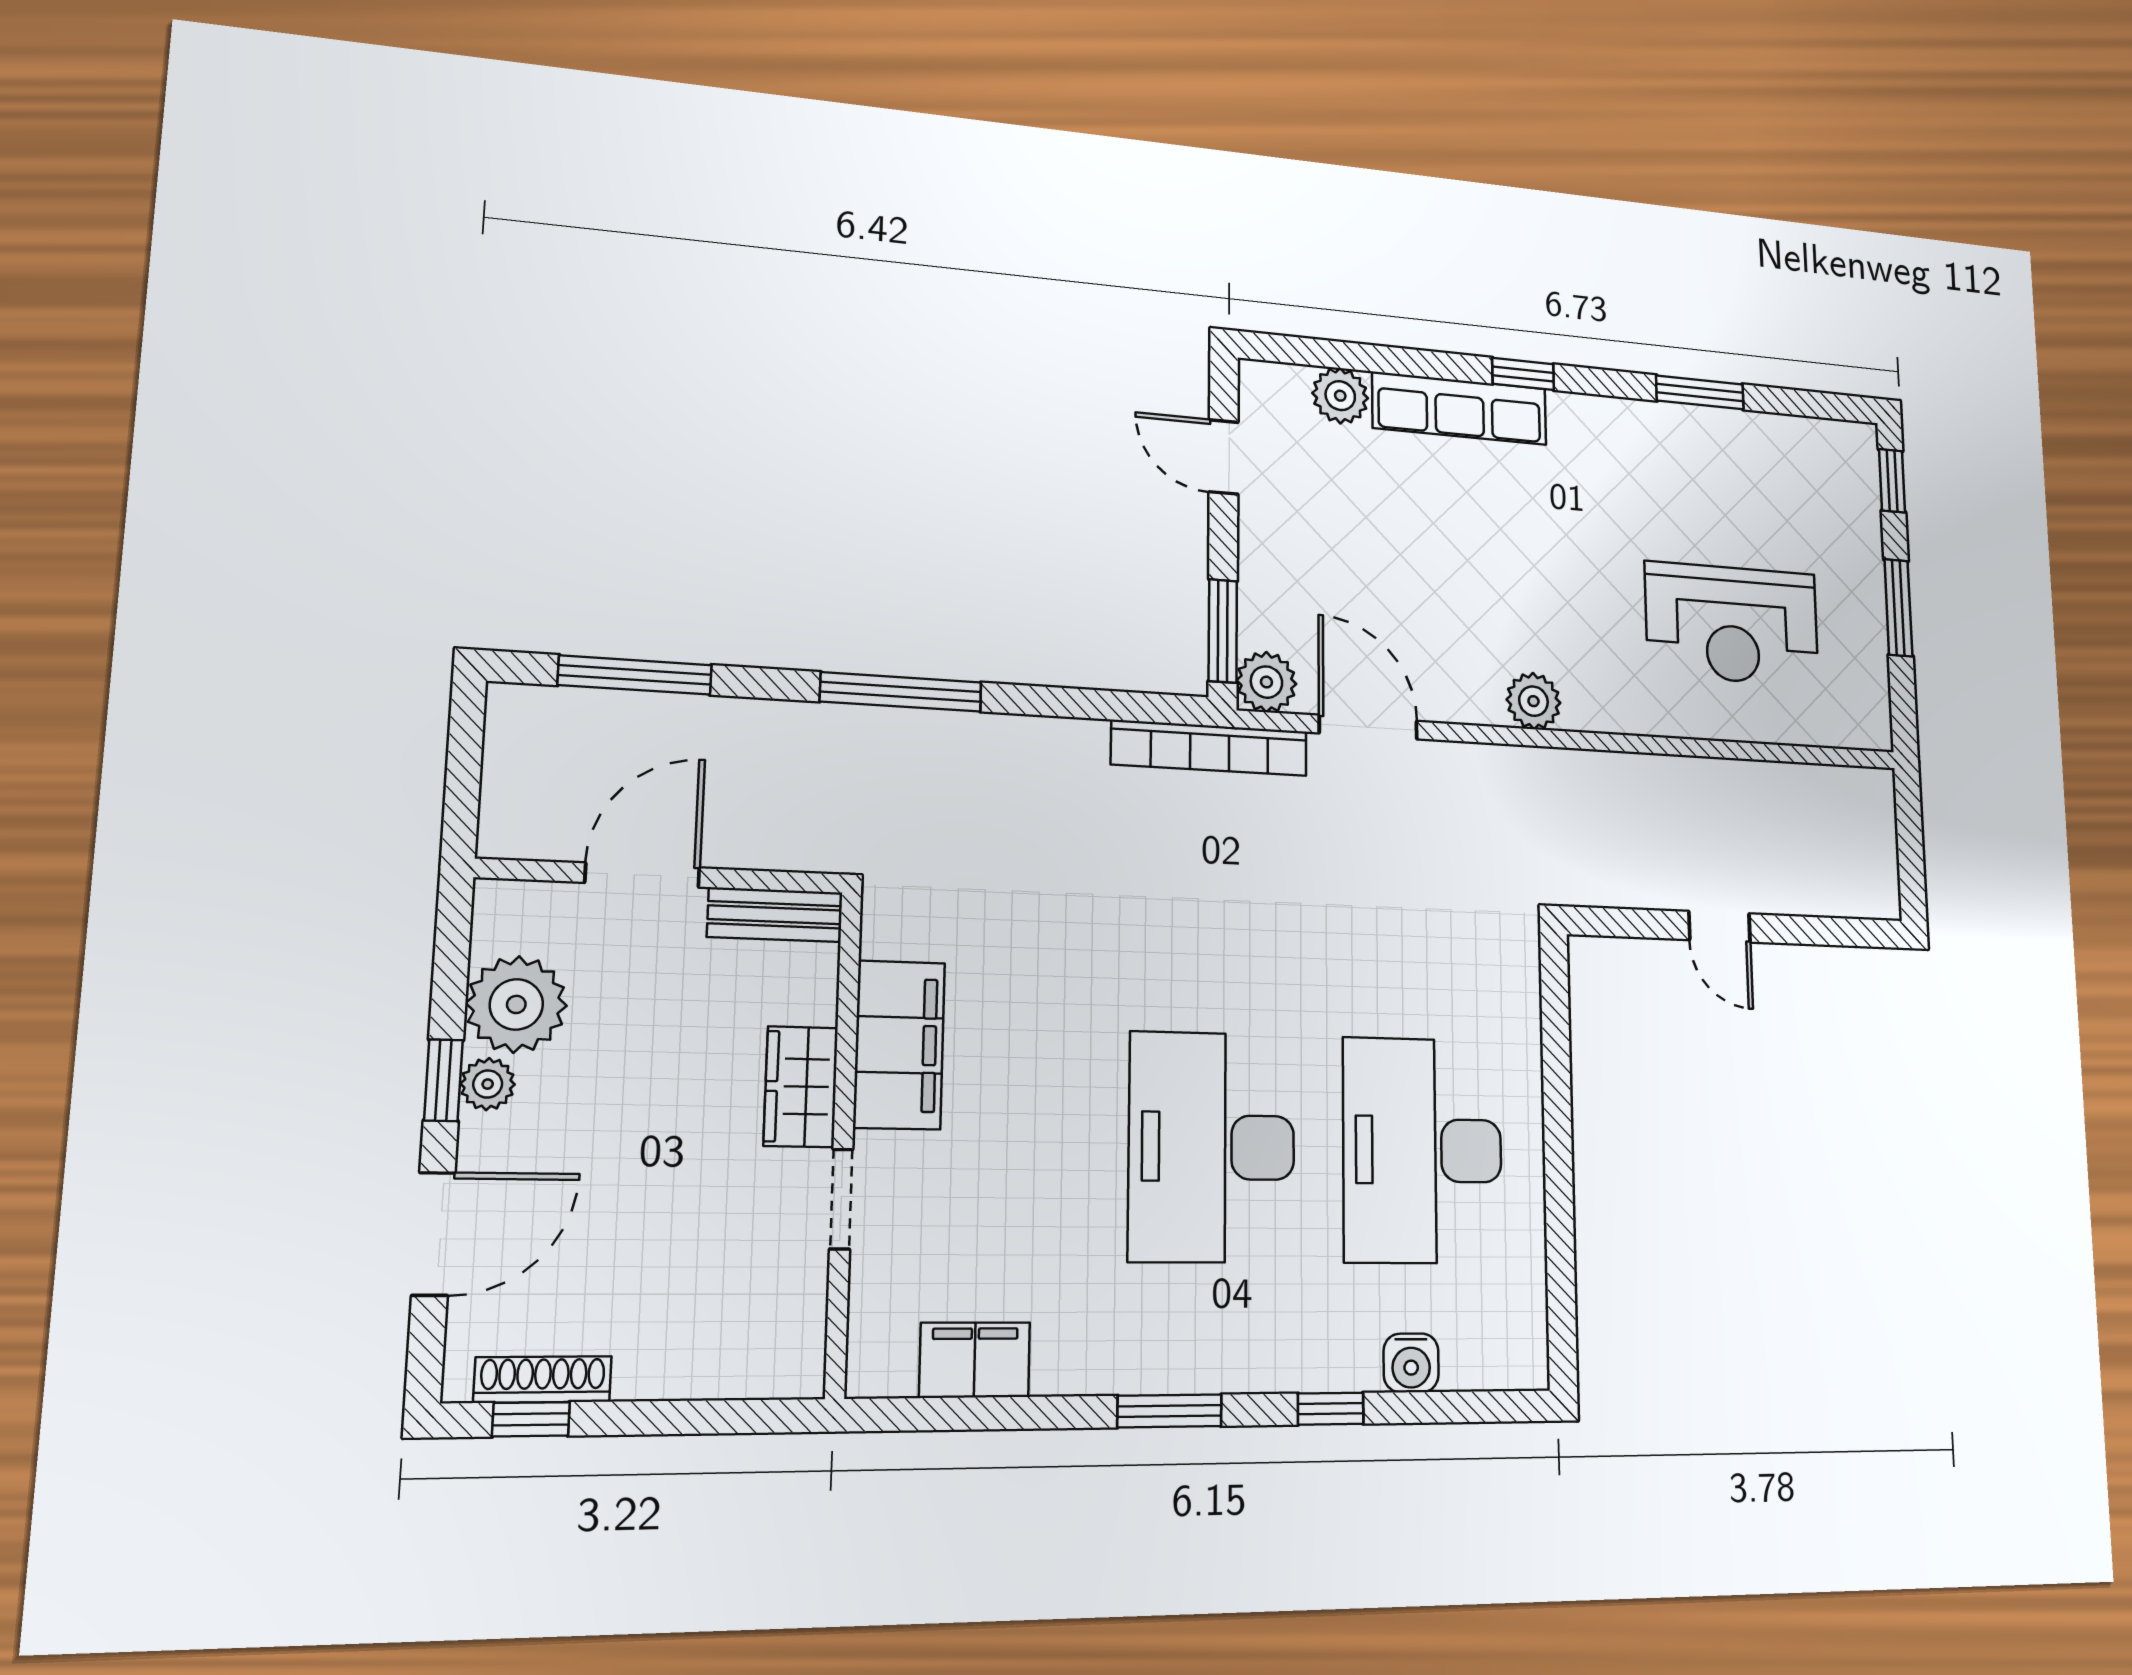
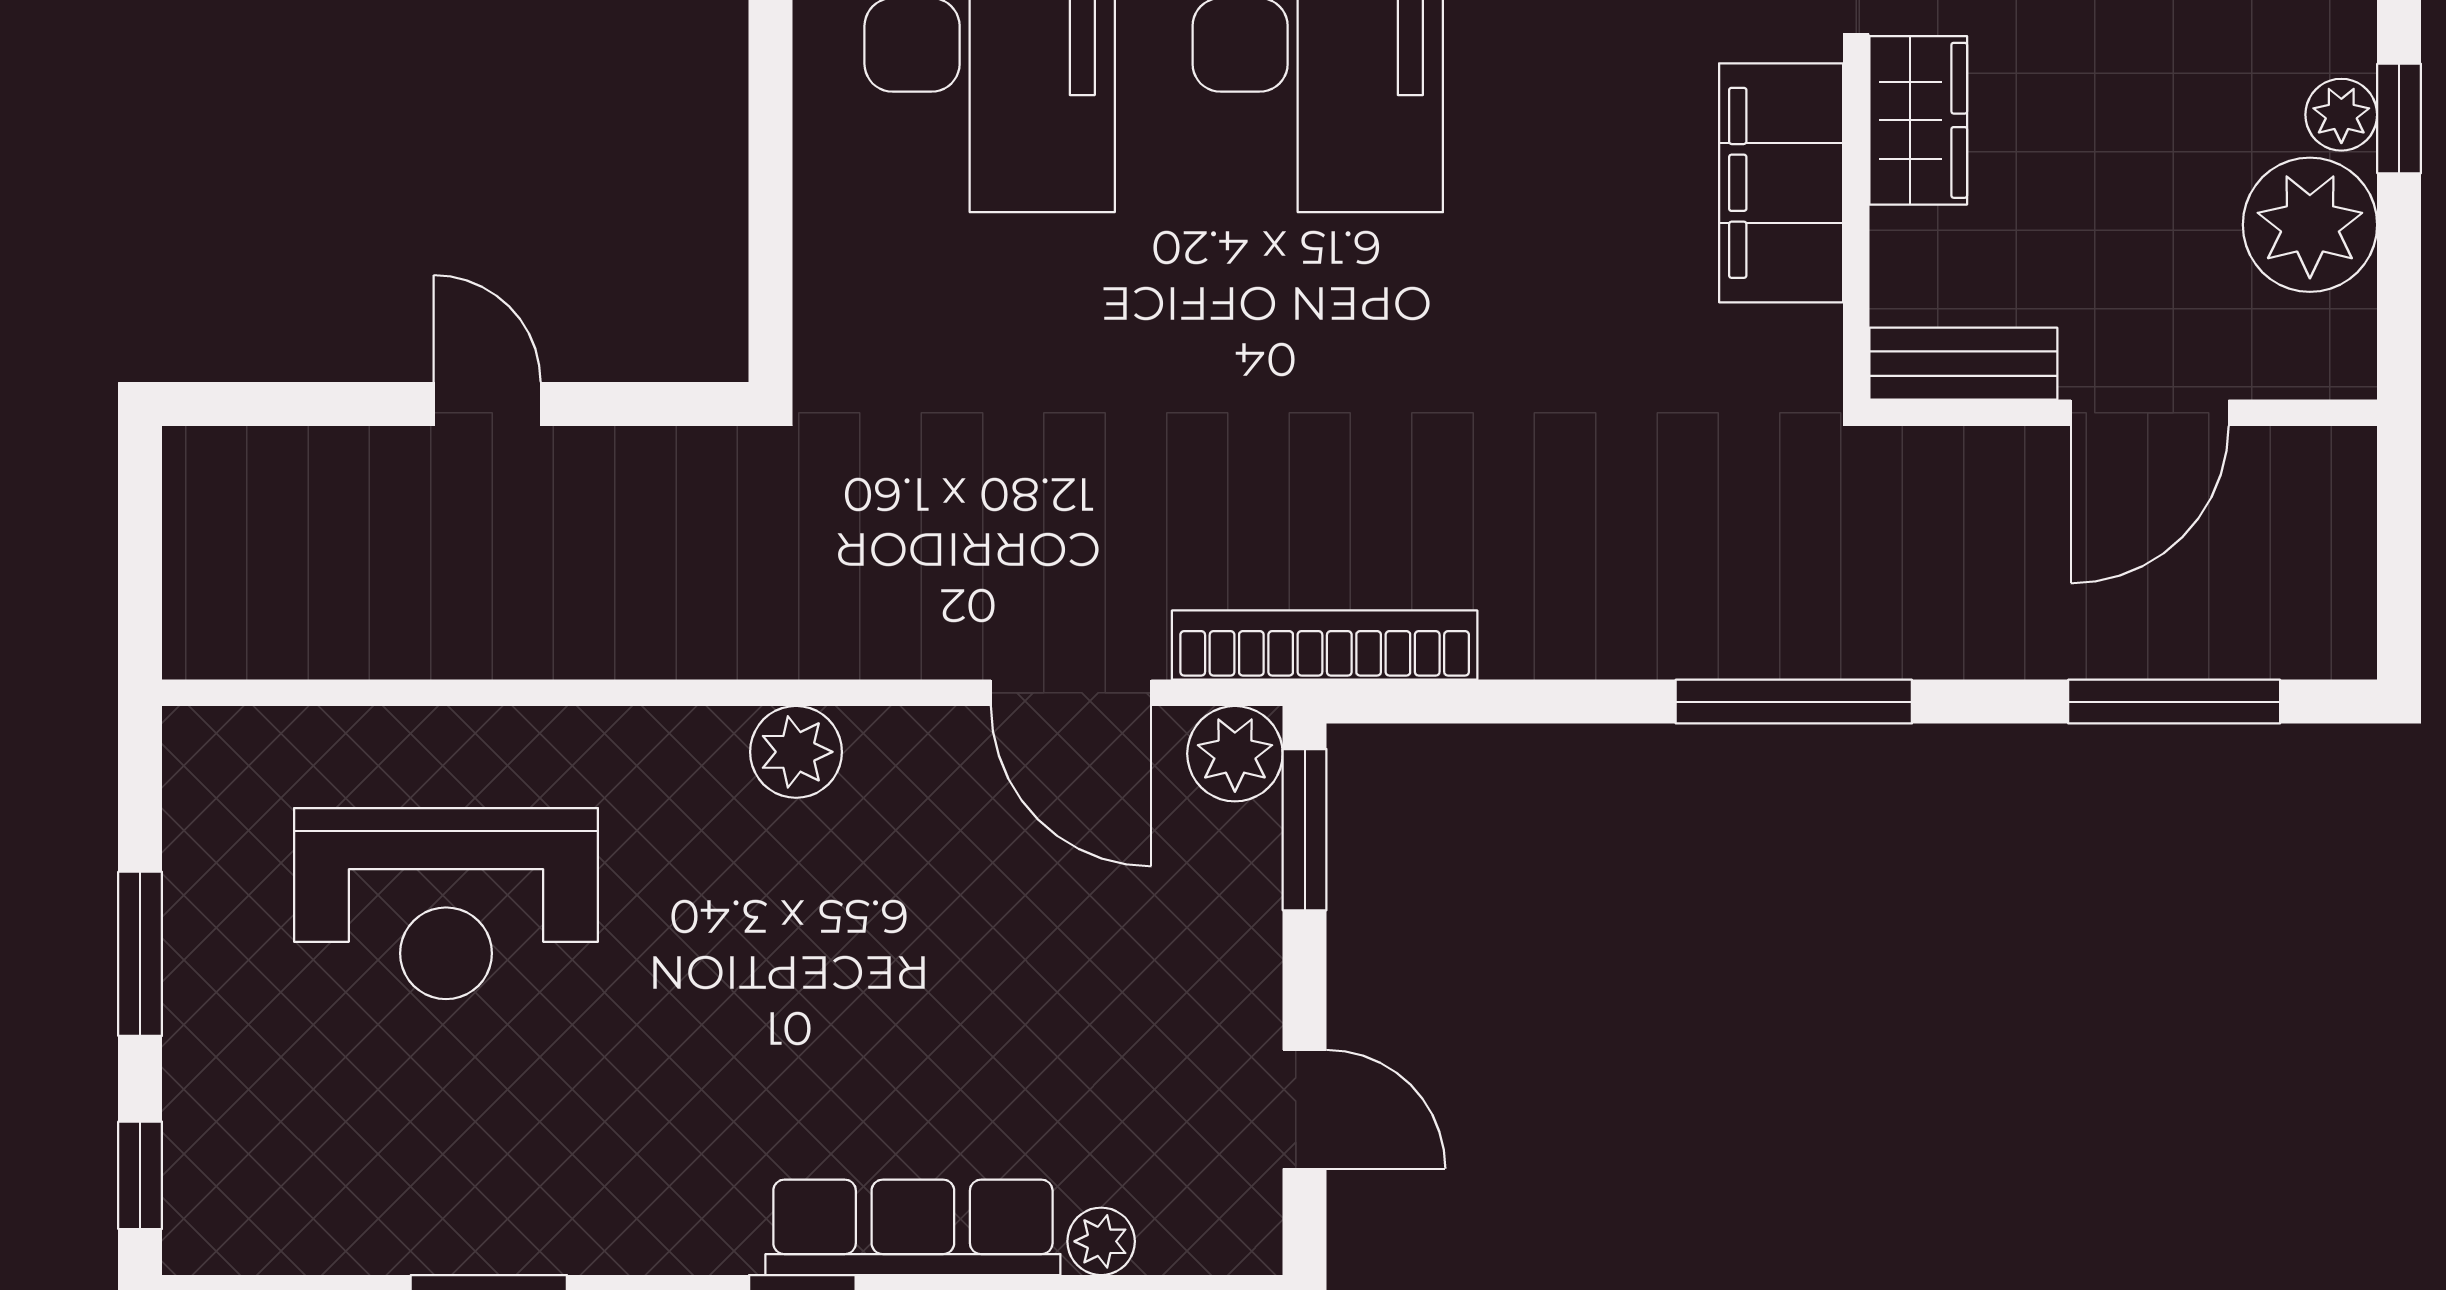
plant: (1340, 396) -> (1101, 1241), width x0.73, depth x0.73
reception desk: (1732, 624) -> (446, 904), turned 180

